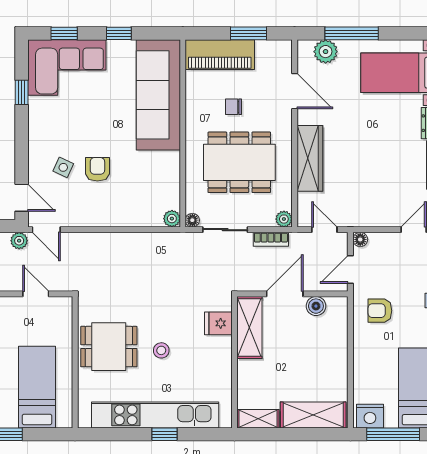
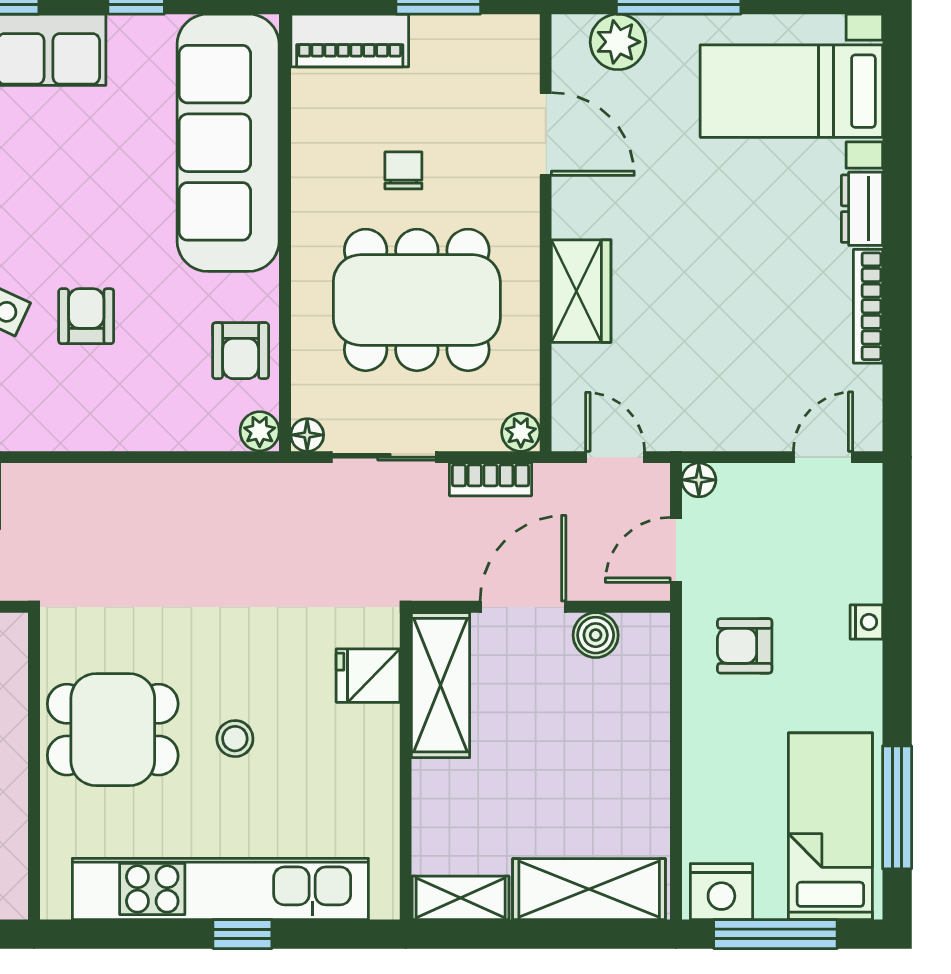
piano: (220, 55) -> (350, 40), width x0.73, depth x0.75
chair: (234, 107) -> (403, 170), turned 90
wardrobe: (310, 158) -> (581, 291), width x0.67
armchair: (164, 184) -> (241, 351), added

